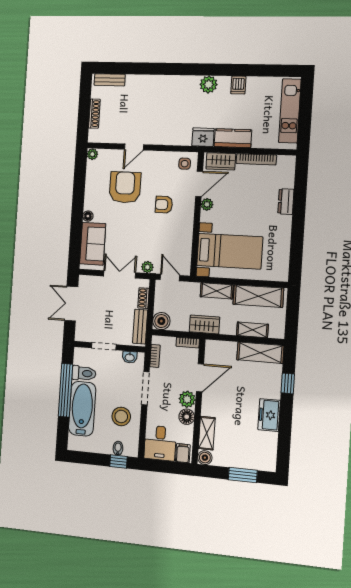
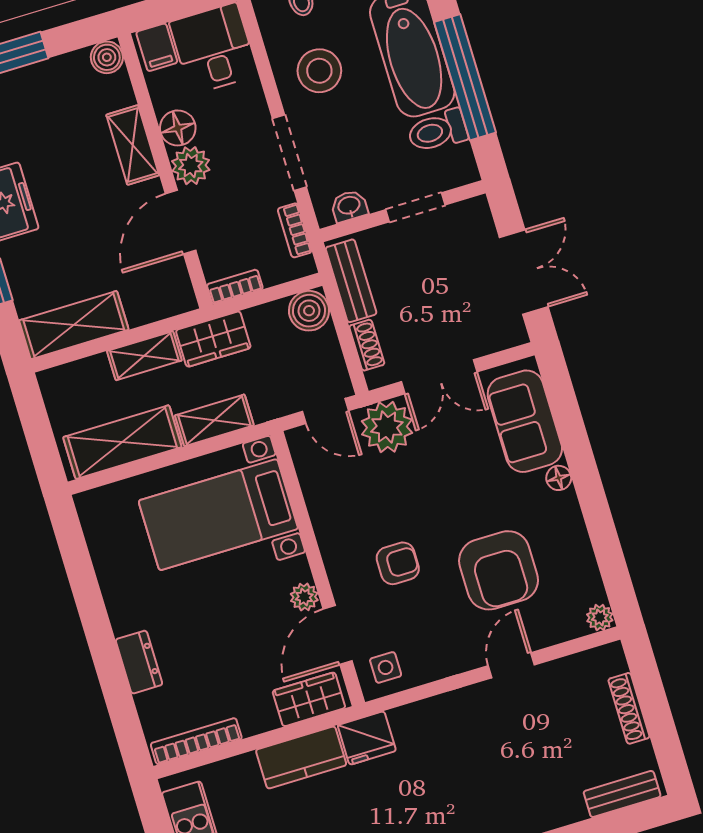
bookcase: (256, 159) -> (196, 741), moved
plant: (147, 267) -> (387, 427), width x1.87, depth x1.87
shelving: (252, 330) -> (144, 356), moved
shelving: (207, 433) -> (133, 145), moved

